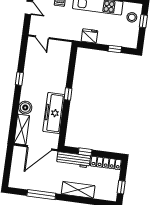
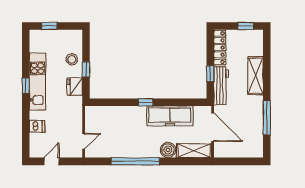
stool: (132, 17) -> (72, 59), moved
window: (115, 49) -> (86, 69), moved
window: (19, 79) -> (135, 161), width x3.17

